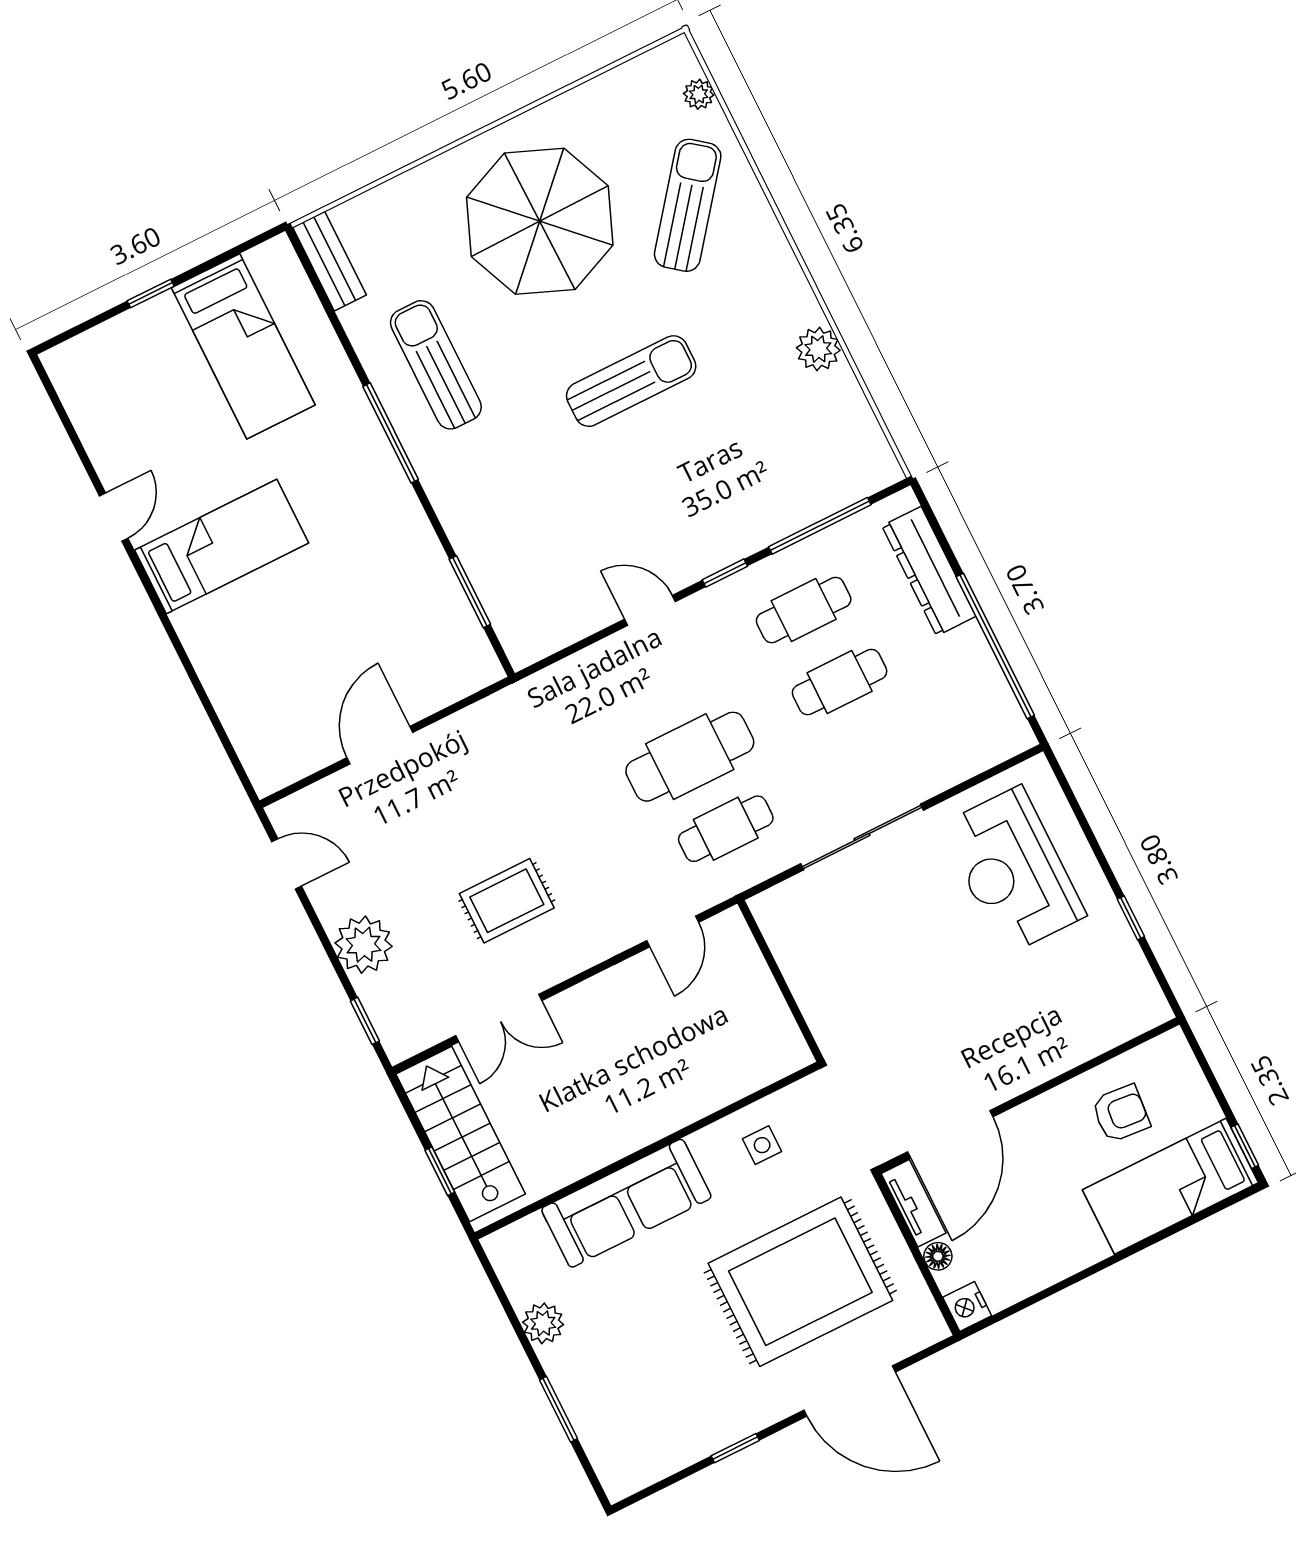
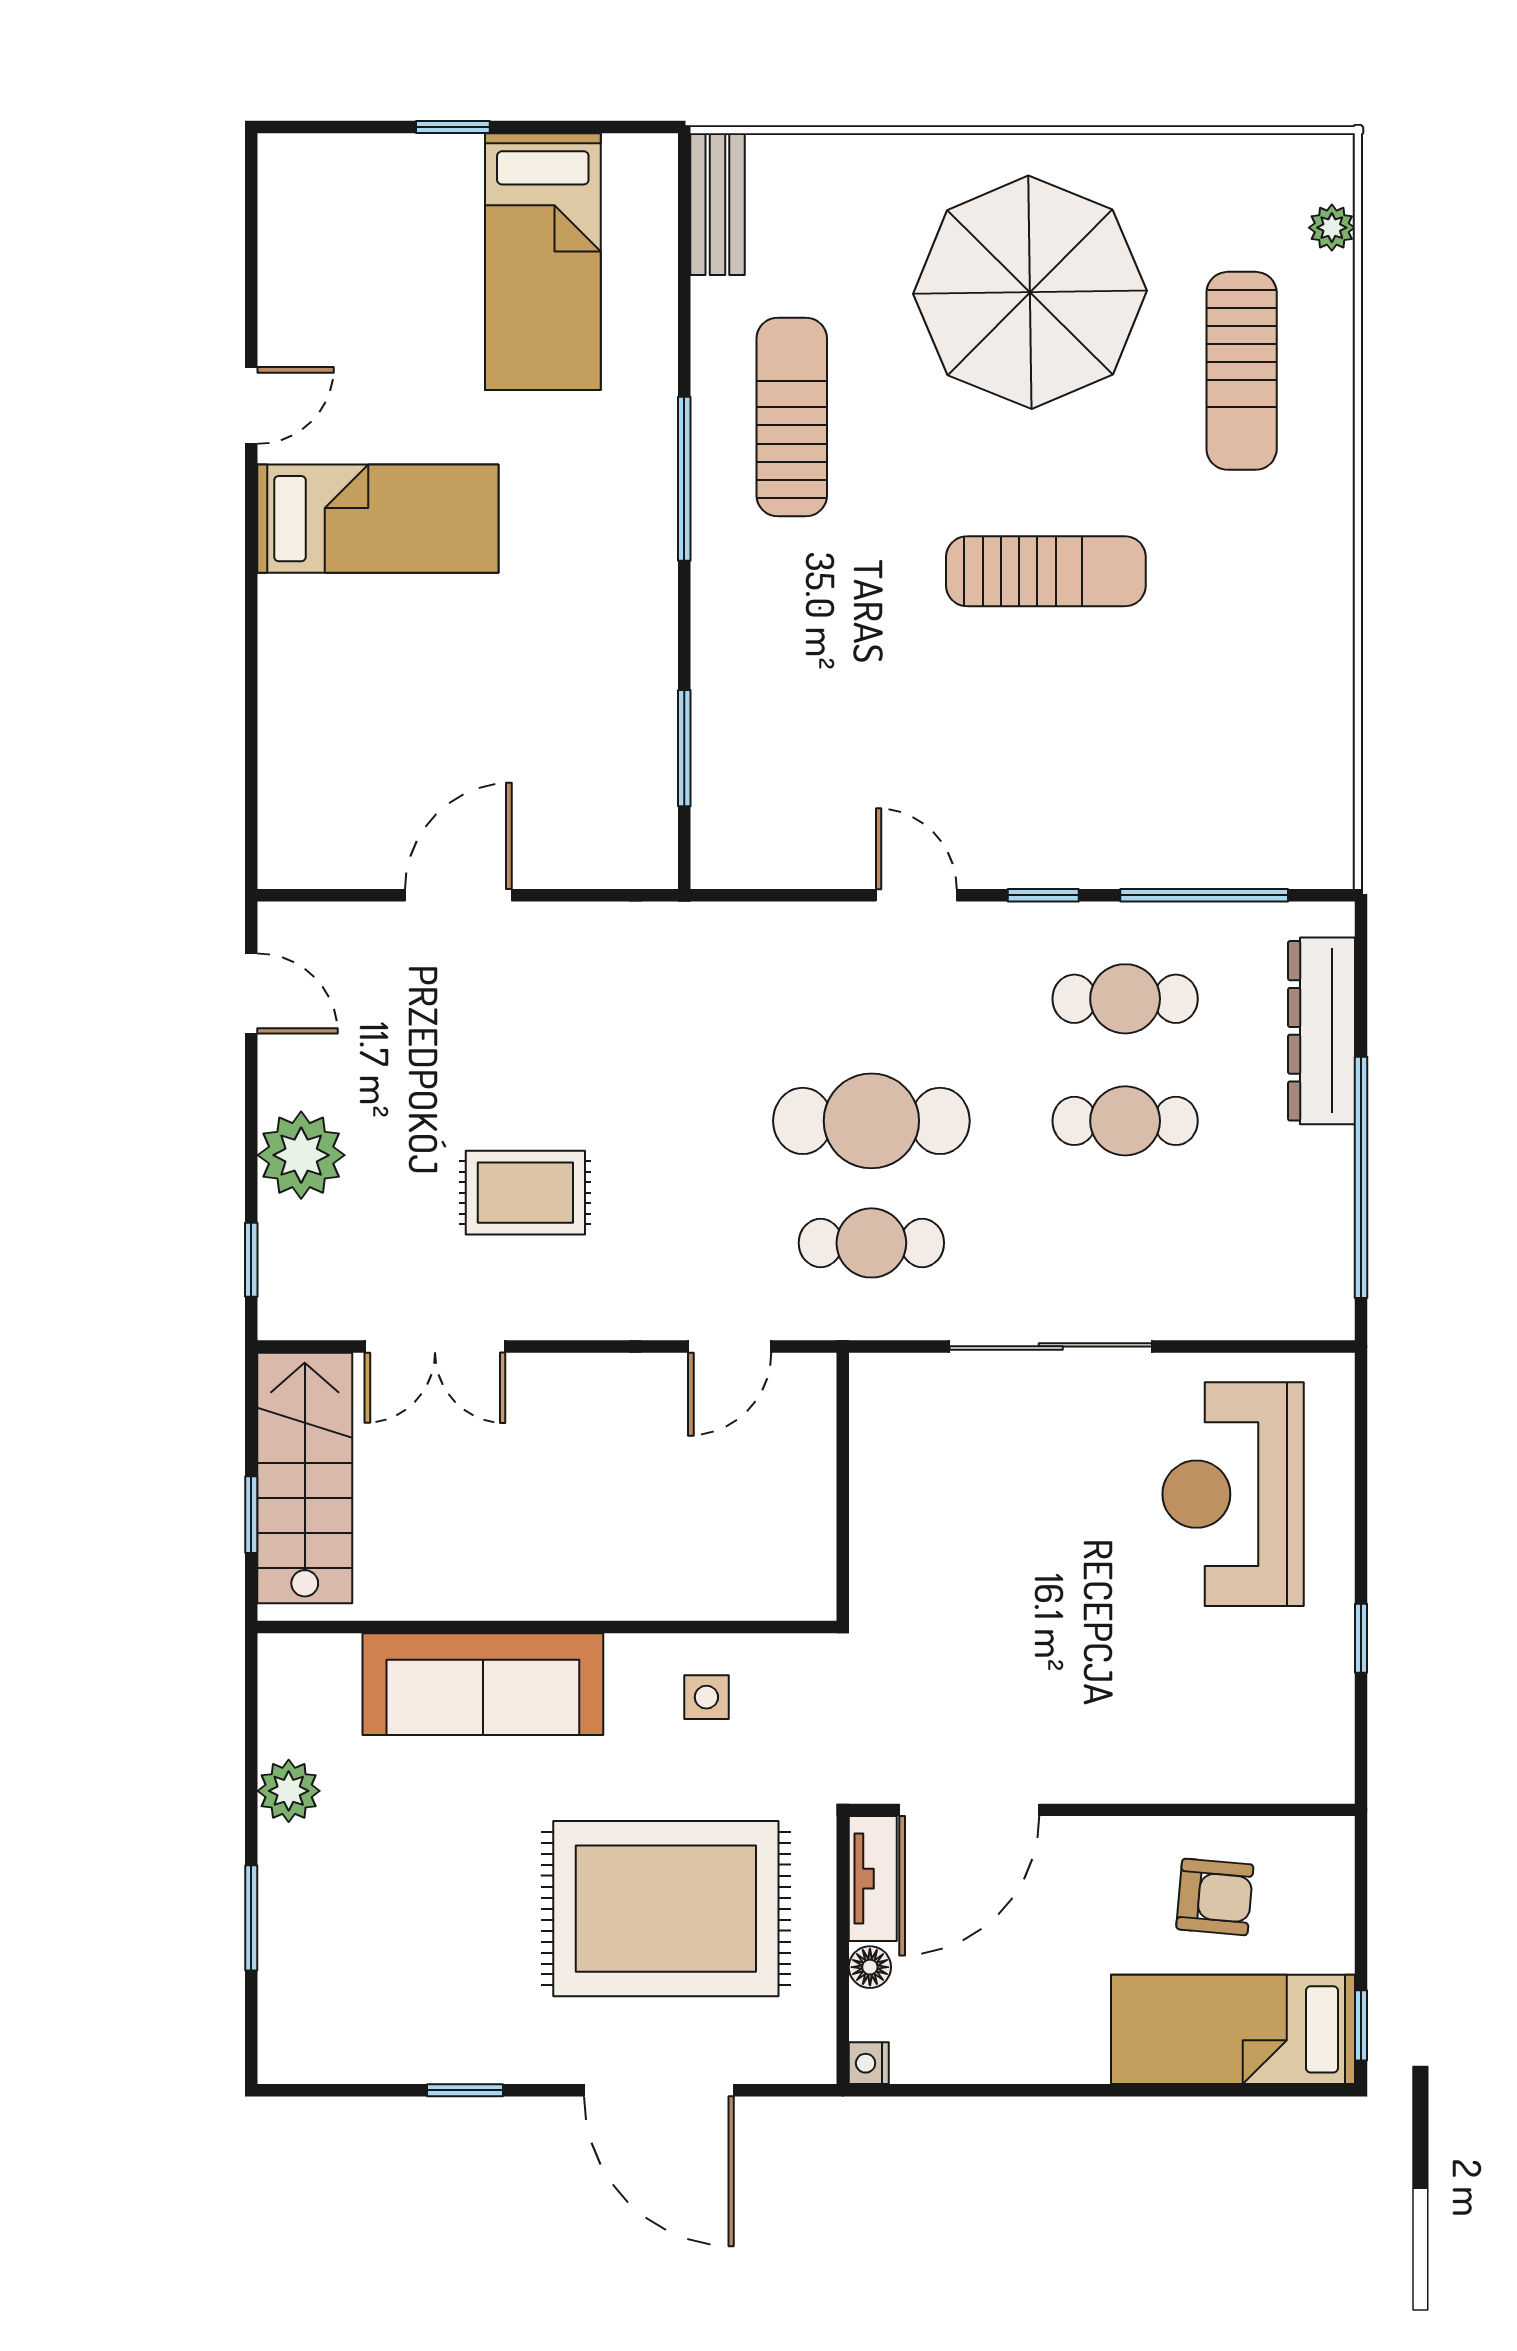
sun lounger: (688, 205) -> (1242, 371), turned 142
plant: (818, 349) -> (1322, 654), removed
nightstand: (967, 1306) -> (869, 2063), width x0.72, depth x0.74

